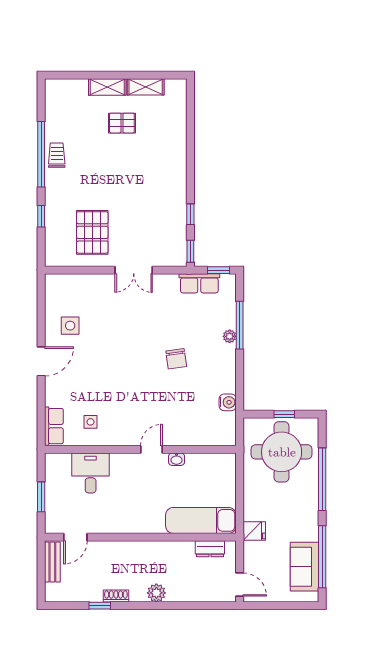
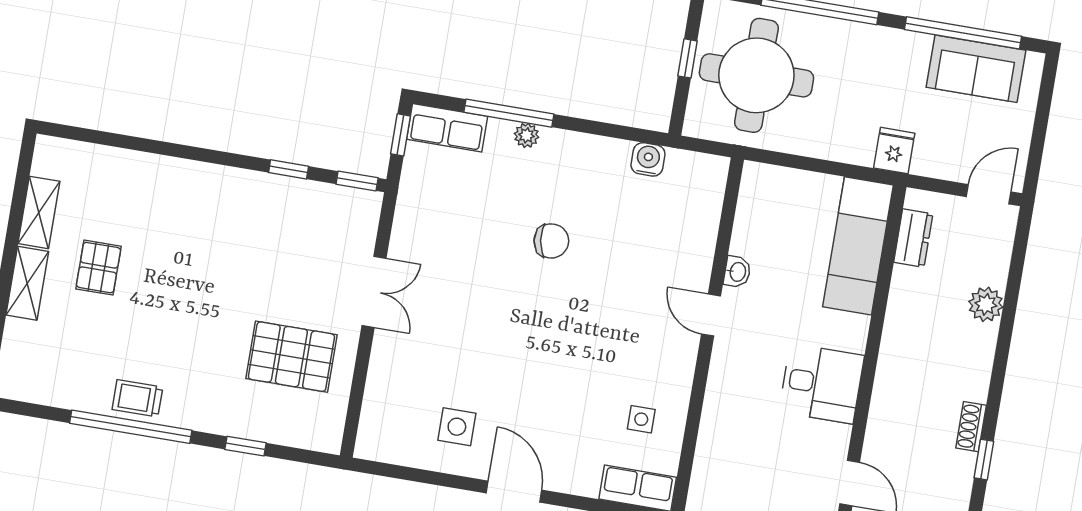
row of seats: (199, 283) -> (447, 128), moved, turned 90
desk: (91, 473) -> (822, 384), moved, turned 180
plant: (156, 593) -> (986, 304), moved

